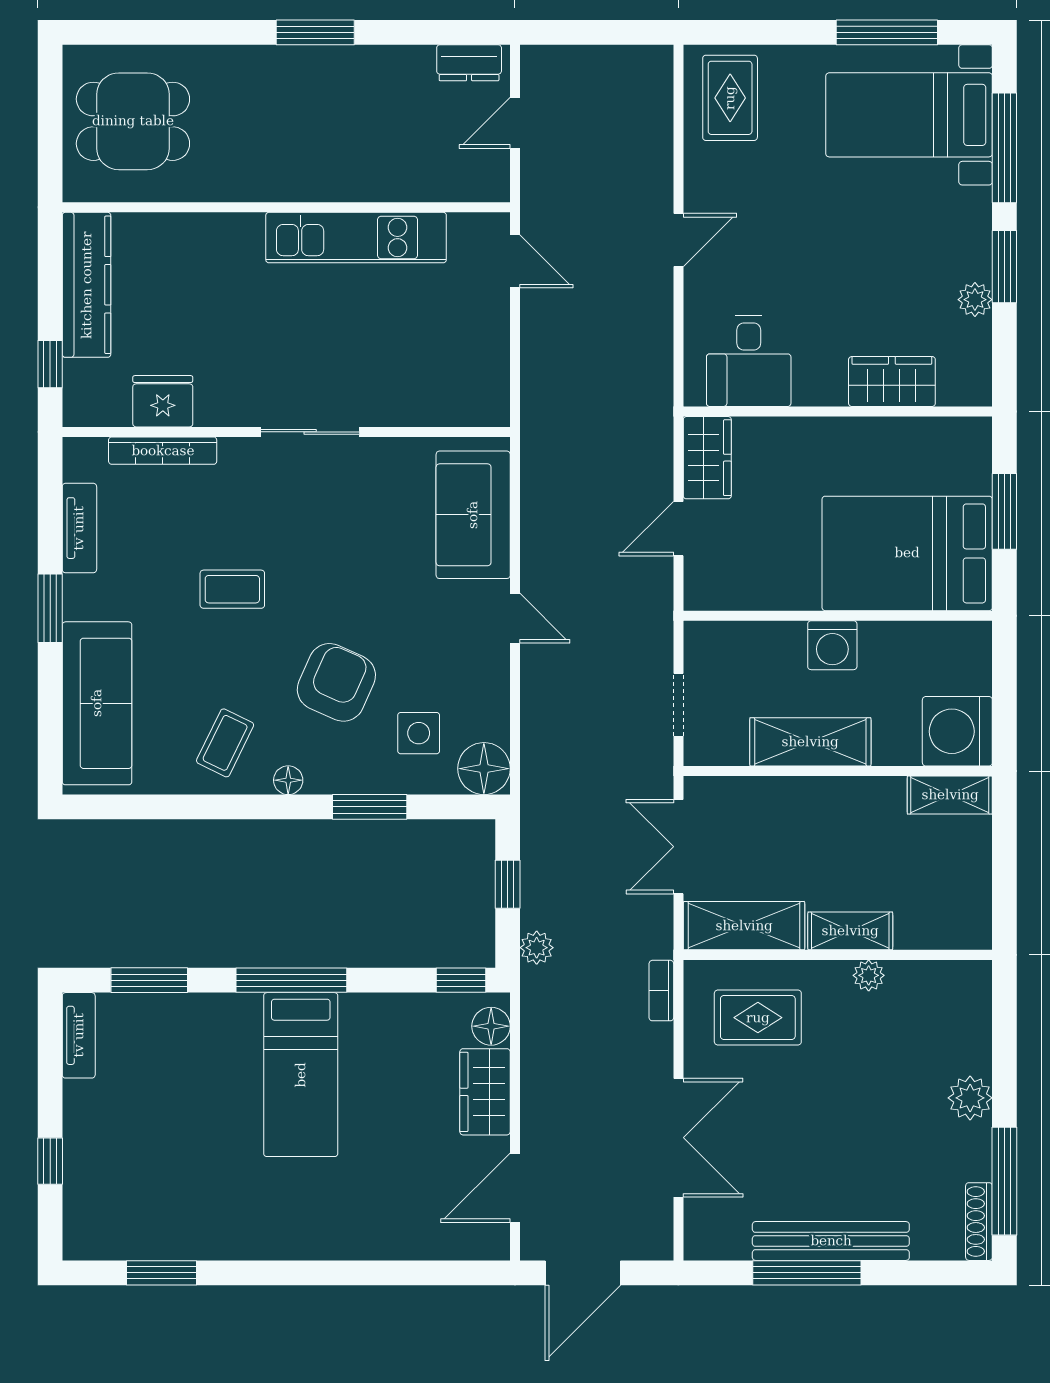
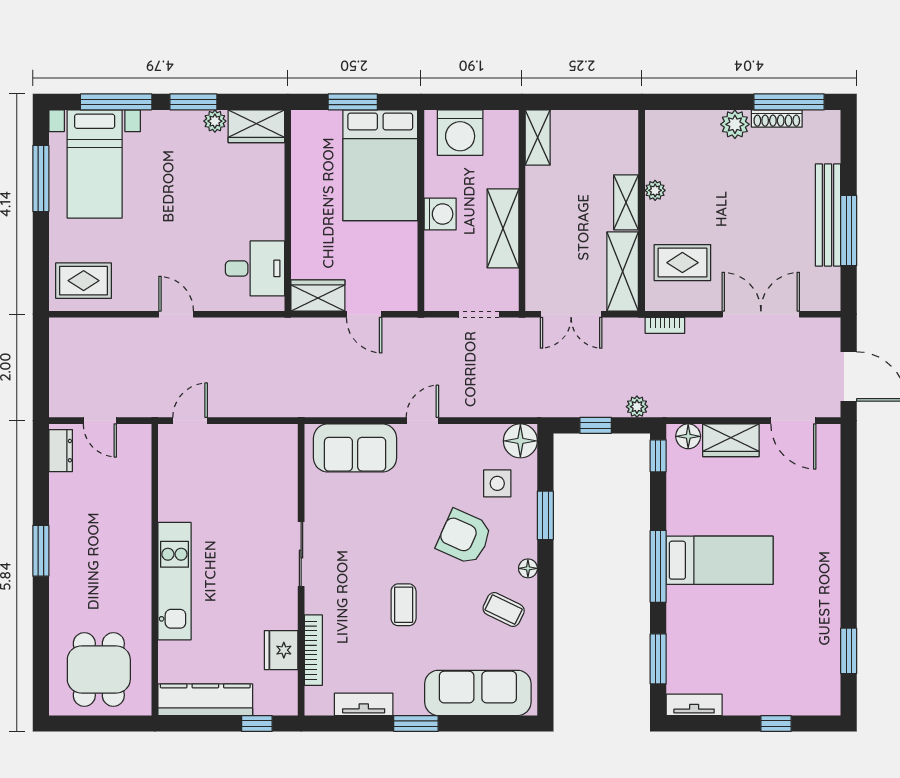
kitchen unit: (356, 238) -> (174, 581), moved
wardrobe: (892, 381) -> (256, 126), moved, turned -90
washing machine: (957, 731) -> (460, 133), moved
rug: (758, 1018) -> (682, 263), turned 90
shoe rack: (979, 1222) -> (777, 119), moved

